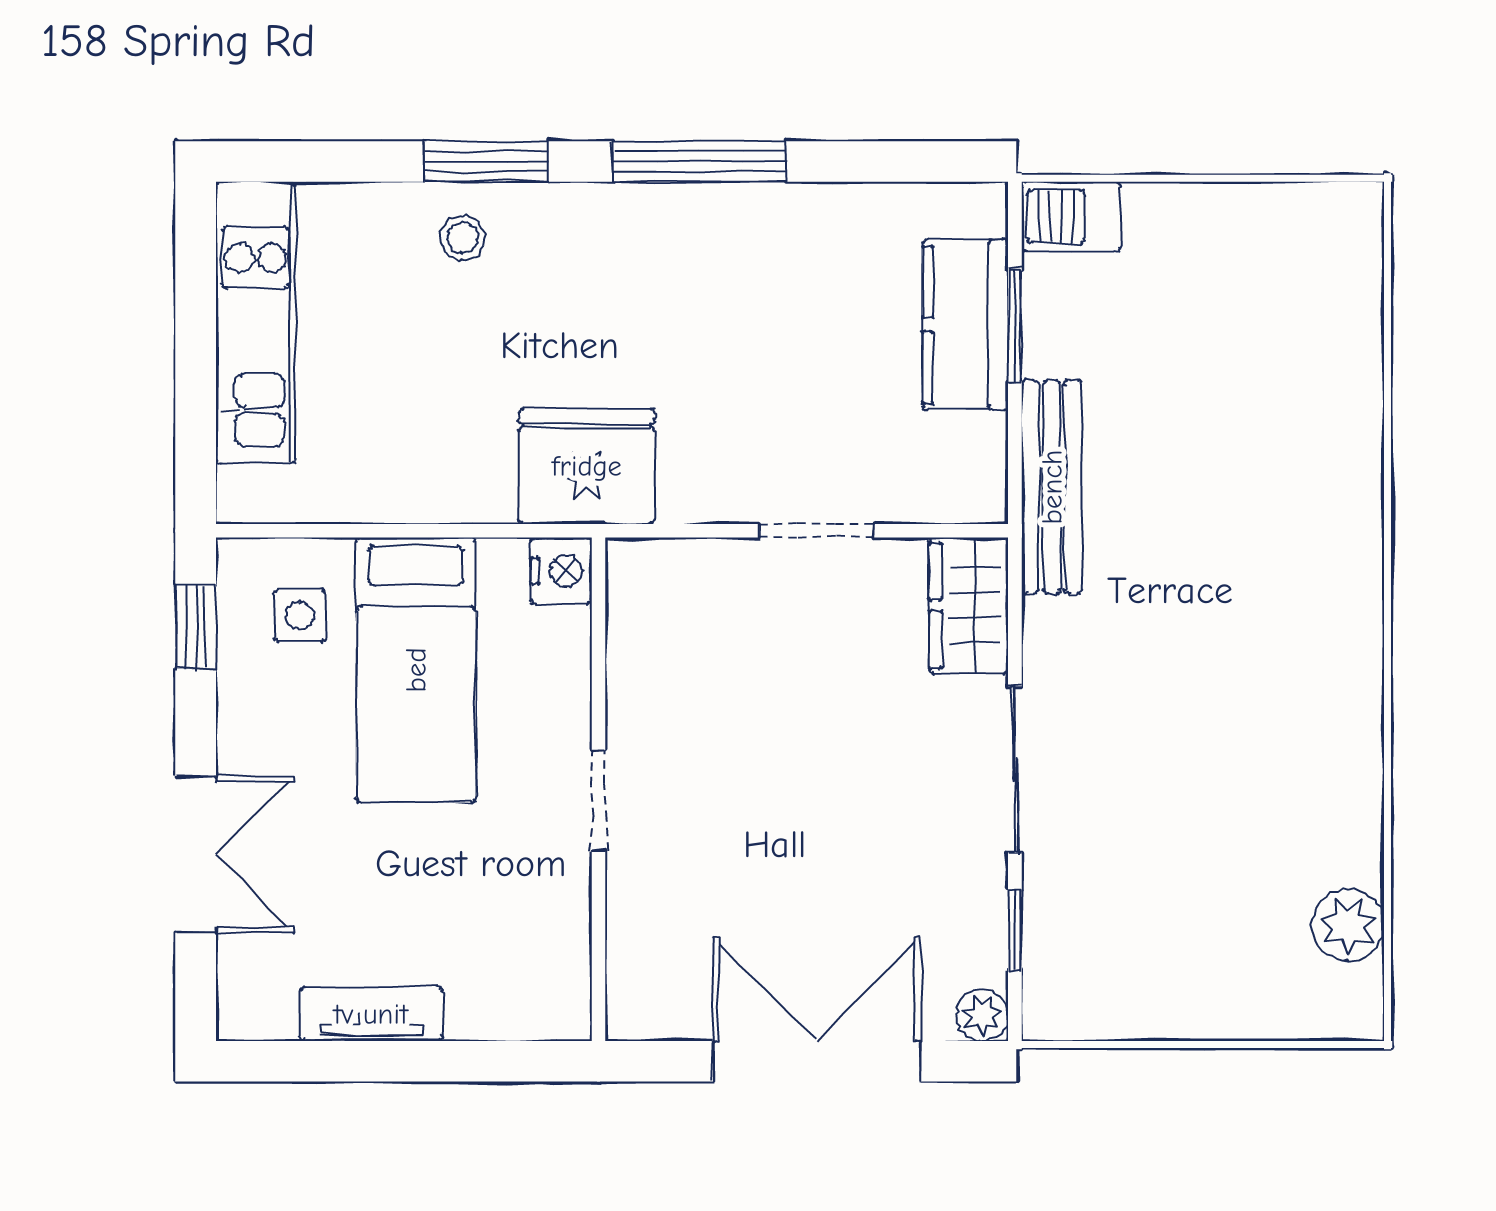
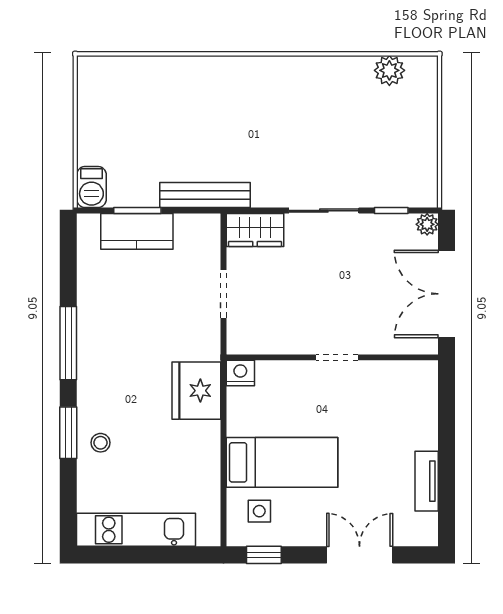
nightstand: (561, 571) -> (240, 373), moved
wall: (599, 789) -> (332, 357), moved
doorway: (599, 801) -> (337, 357), moved

